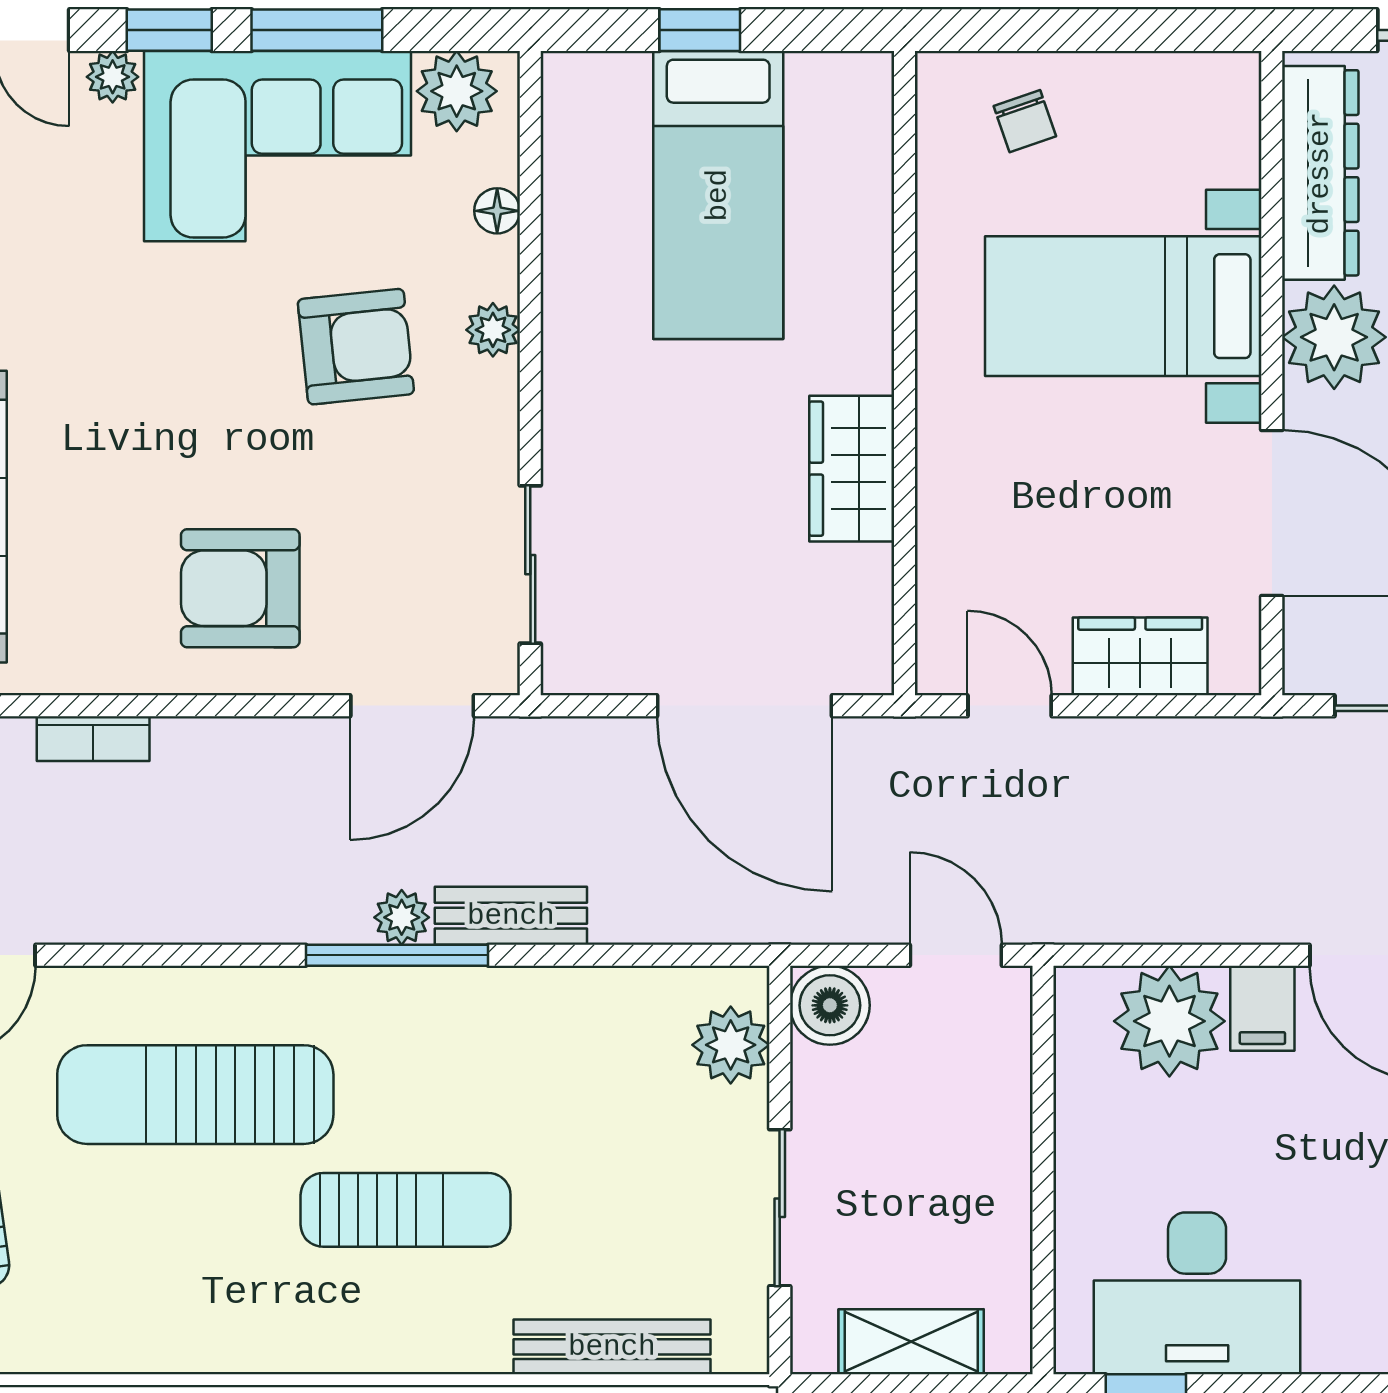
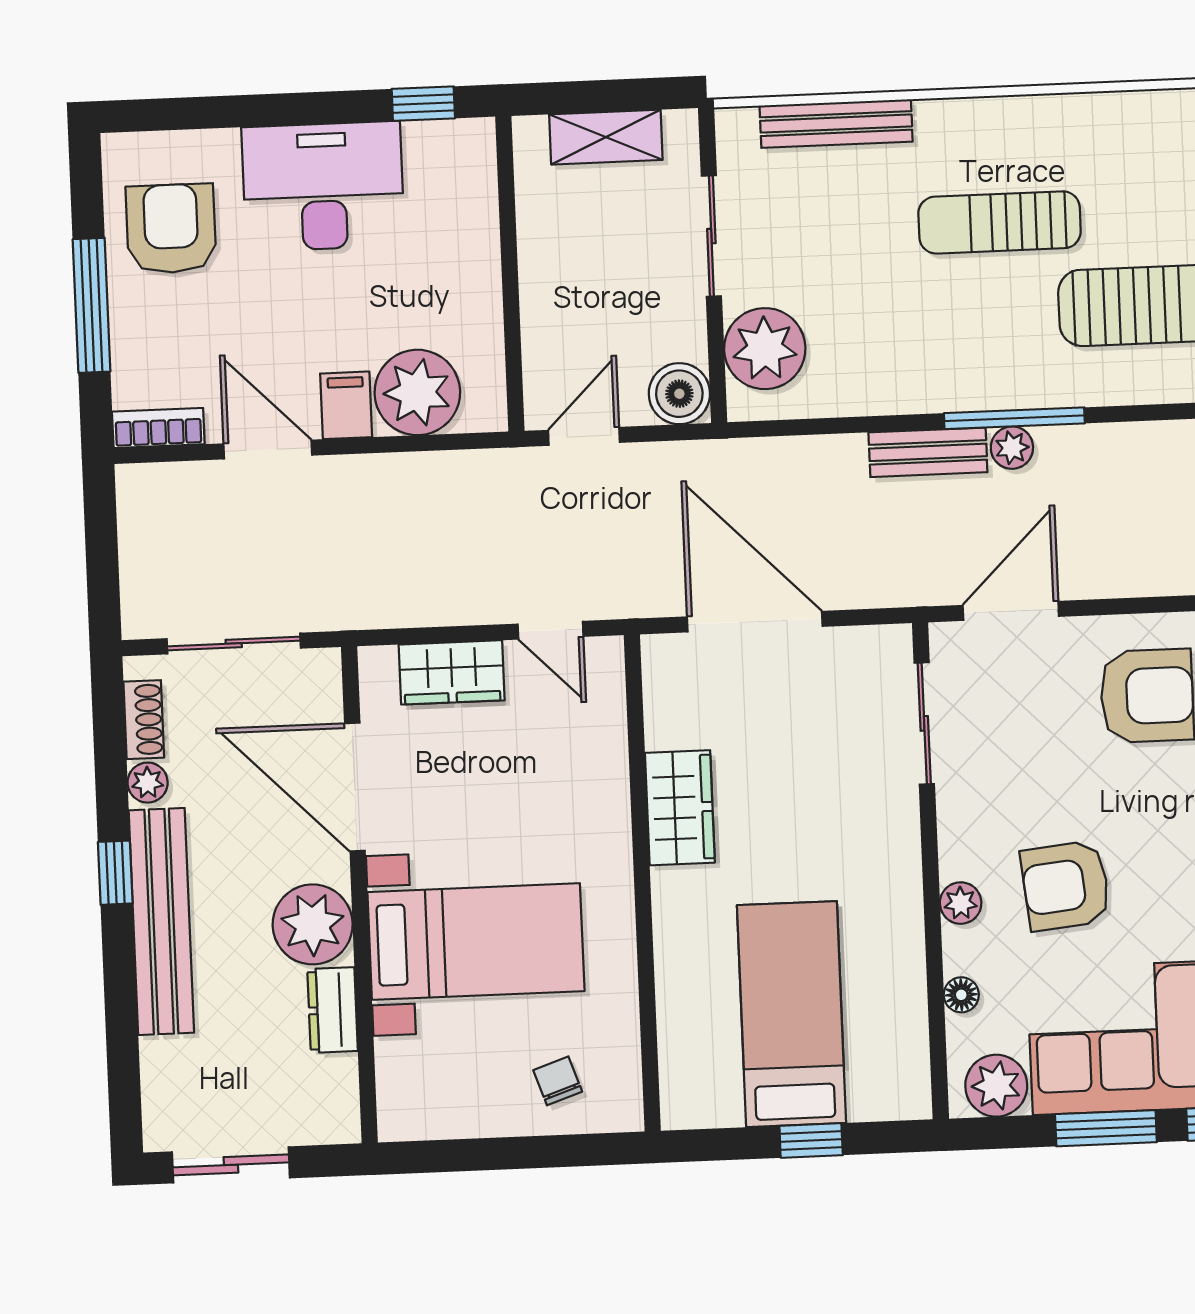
dresser: (1320, 173) -> (333, 1010), width x0.51, depth x0.80
door: (956, 955) -> (584, 436), swing flipped
plant: (731, 1045) -> (765, 349), width x1.36, depth x1.36
desk: (1197, 1293) -> (323, 186), moved

